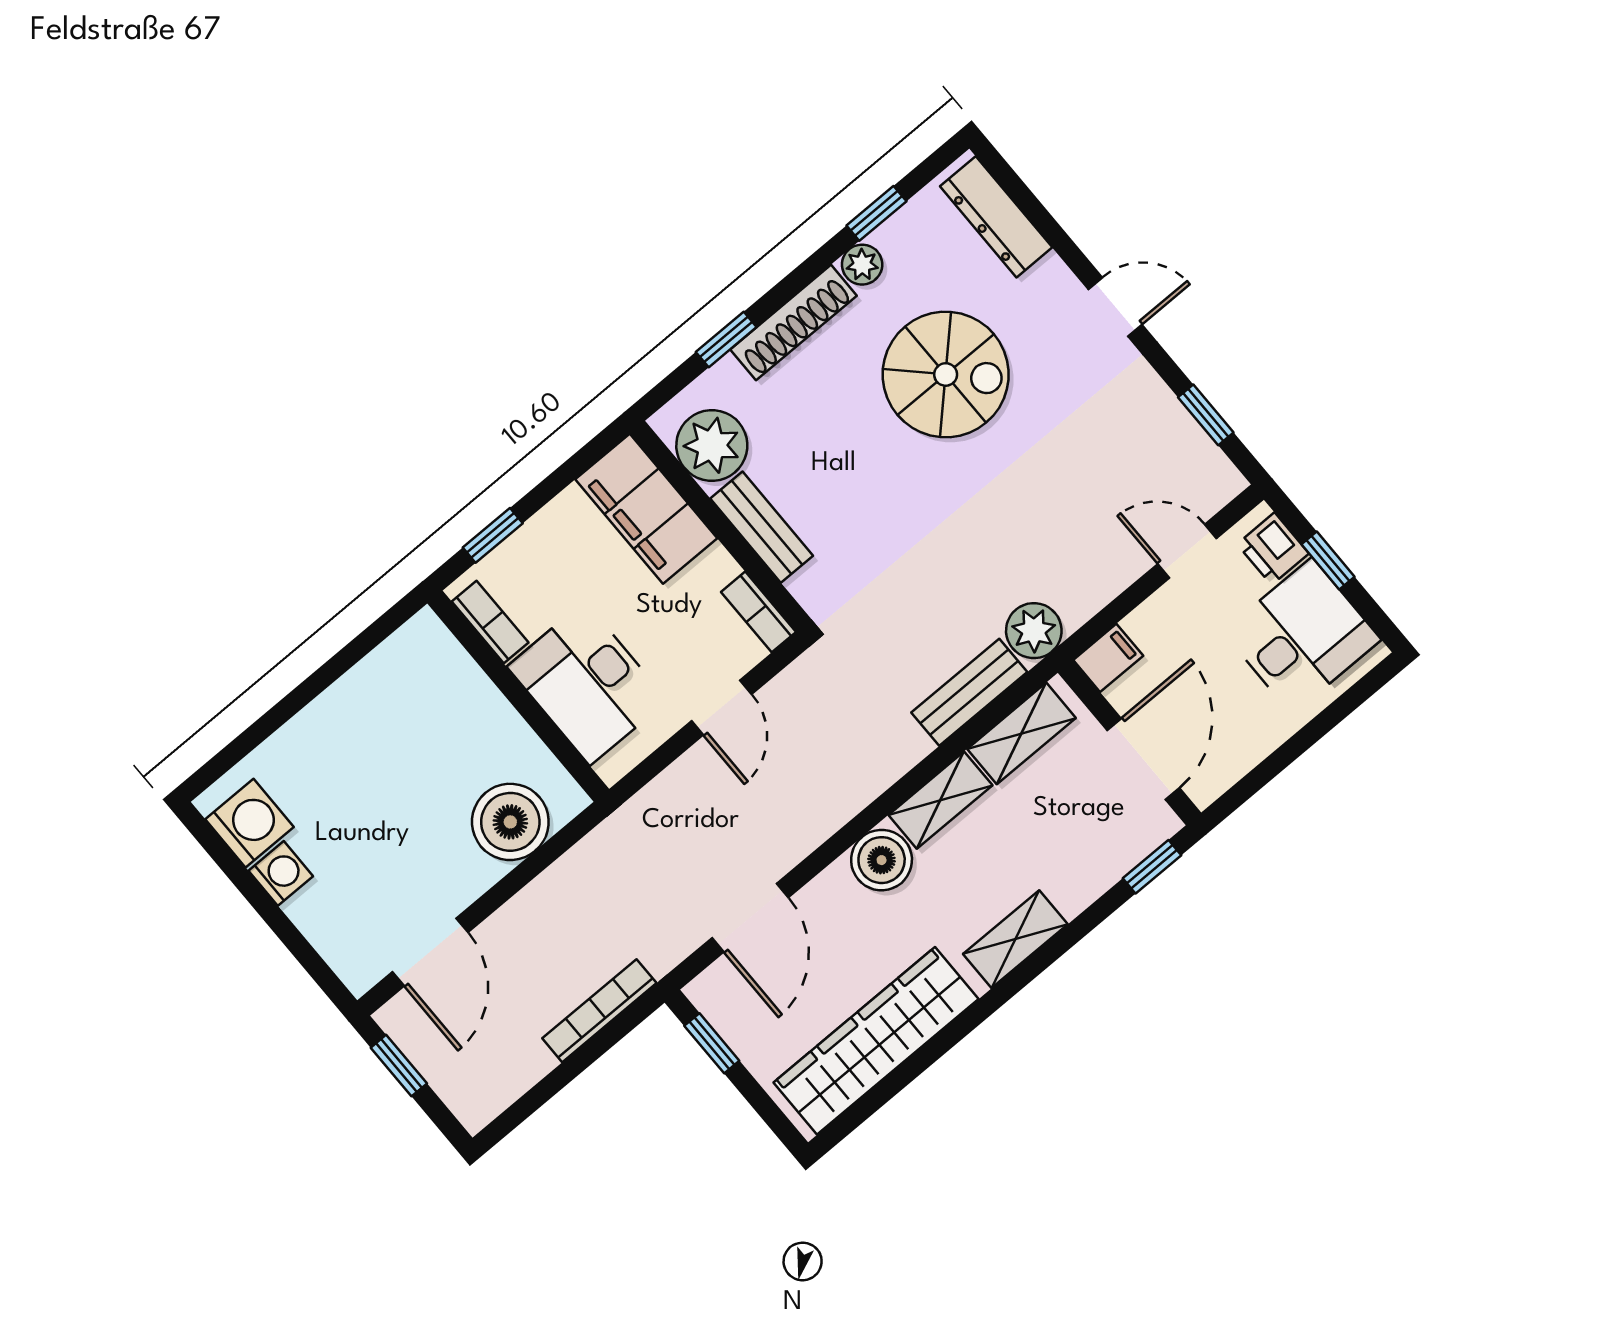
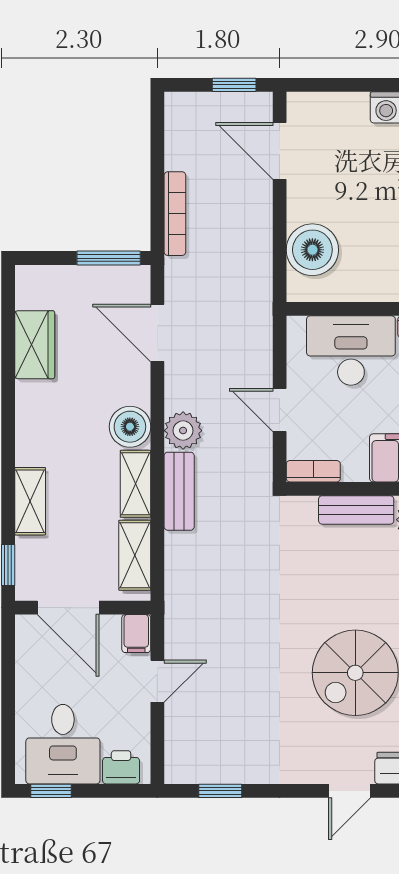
door: (1115, 307) -> (350, 791), moved
door: (1187, 551) -> (157, 681), moved
window: (1328, 561) -> (51, 791), moved
plant: (1034, 631) -> (183, 431), moved
bench: (969, 692) -> (179, 491), moved
shelving: (1015, 939) -> (30, 501), moved
wardrobe: (876, 1041) -> (35, 345), width x0.48, depth x0.85
window: (712, 1043) -> (109, 258), width x1.50

